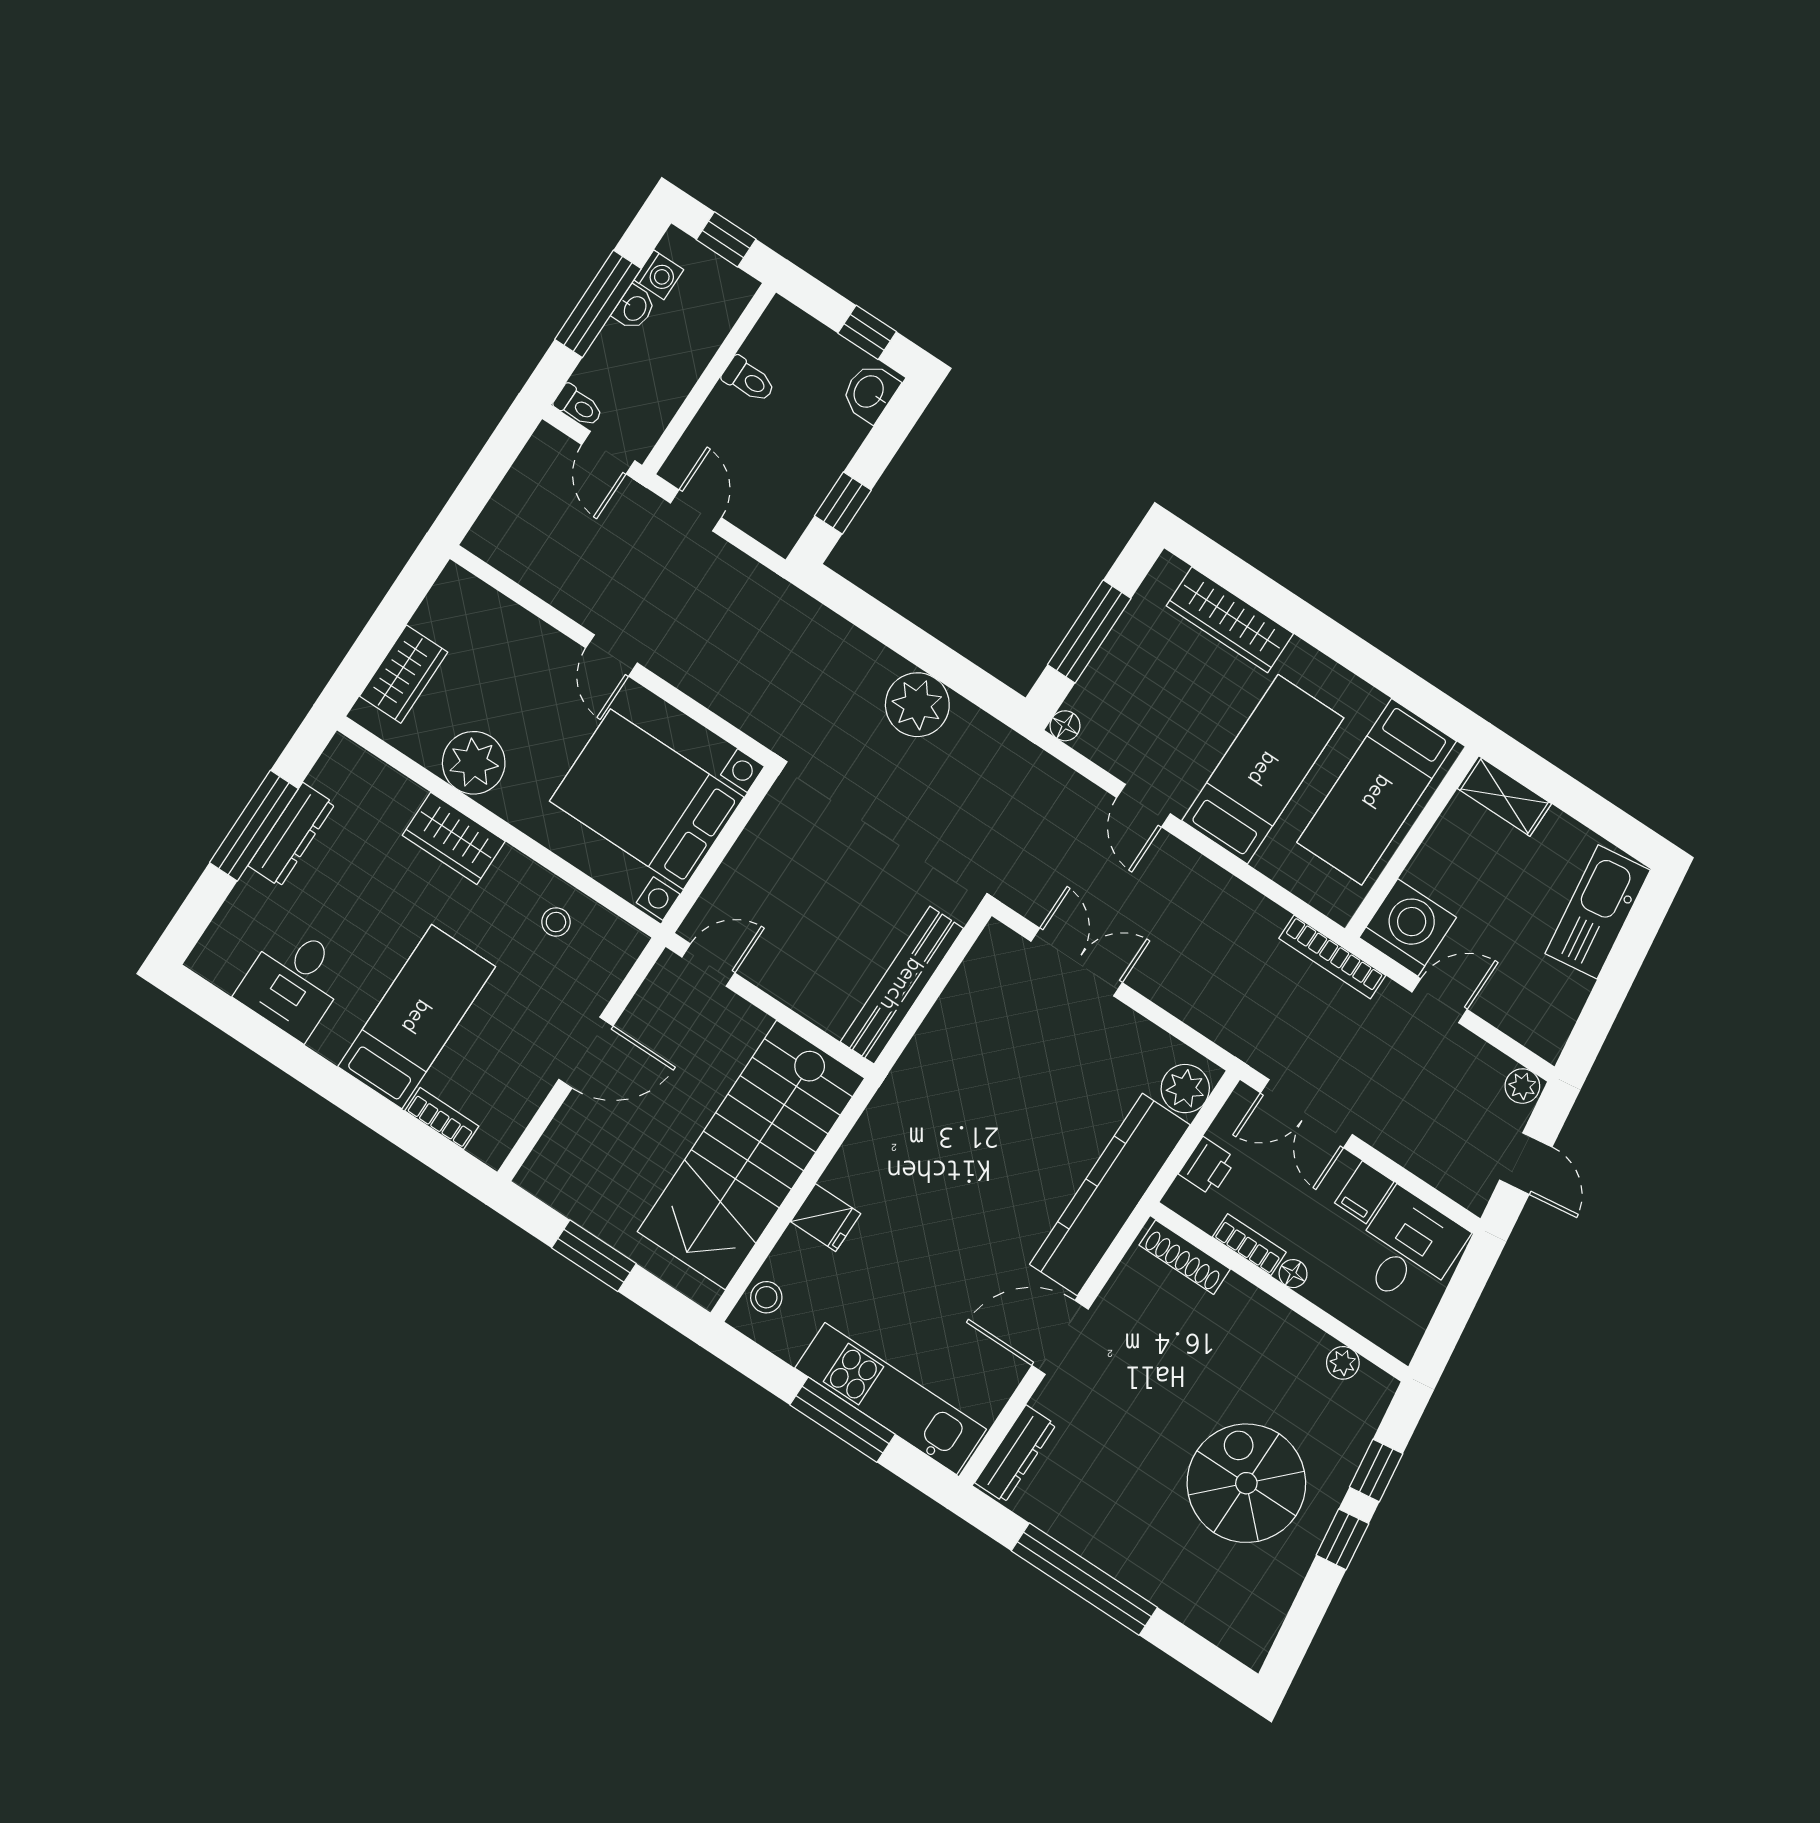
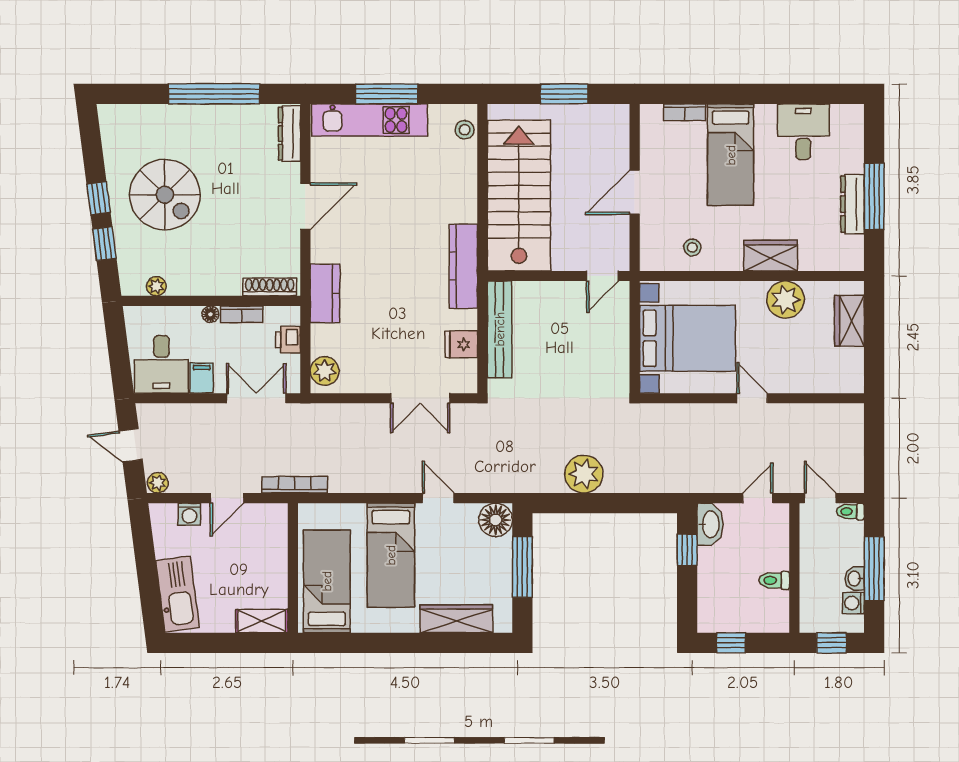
washbasin: (870, 392) -> (710, 524), moved, width x1.38
door: (696, 510) -> (758, 498), swing flipped
floor lamp: (1065, 726) -> (496, 520), width x1.89, depth x1.89
washing machine: (1408, 927) -> (189, 514), moved, width x0.53, depth x0.53
kitchen counter: (894, 1107) -> (463, 266), added
kitchen counter: (1110, 1195) -> (325, 293), width x0.48, depth x0.86
fridge: (826, 1218) -> (461, 344), moved

